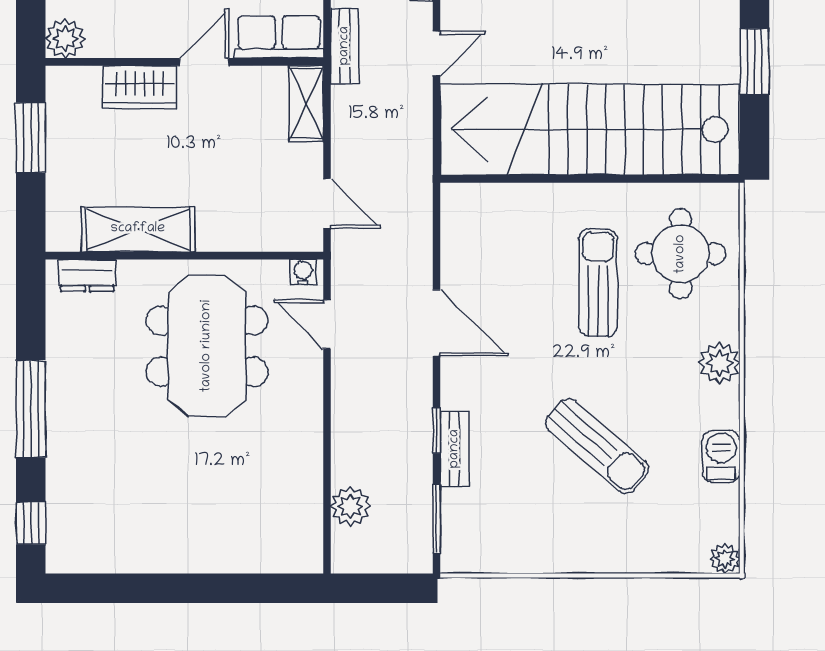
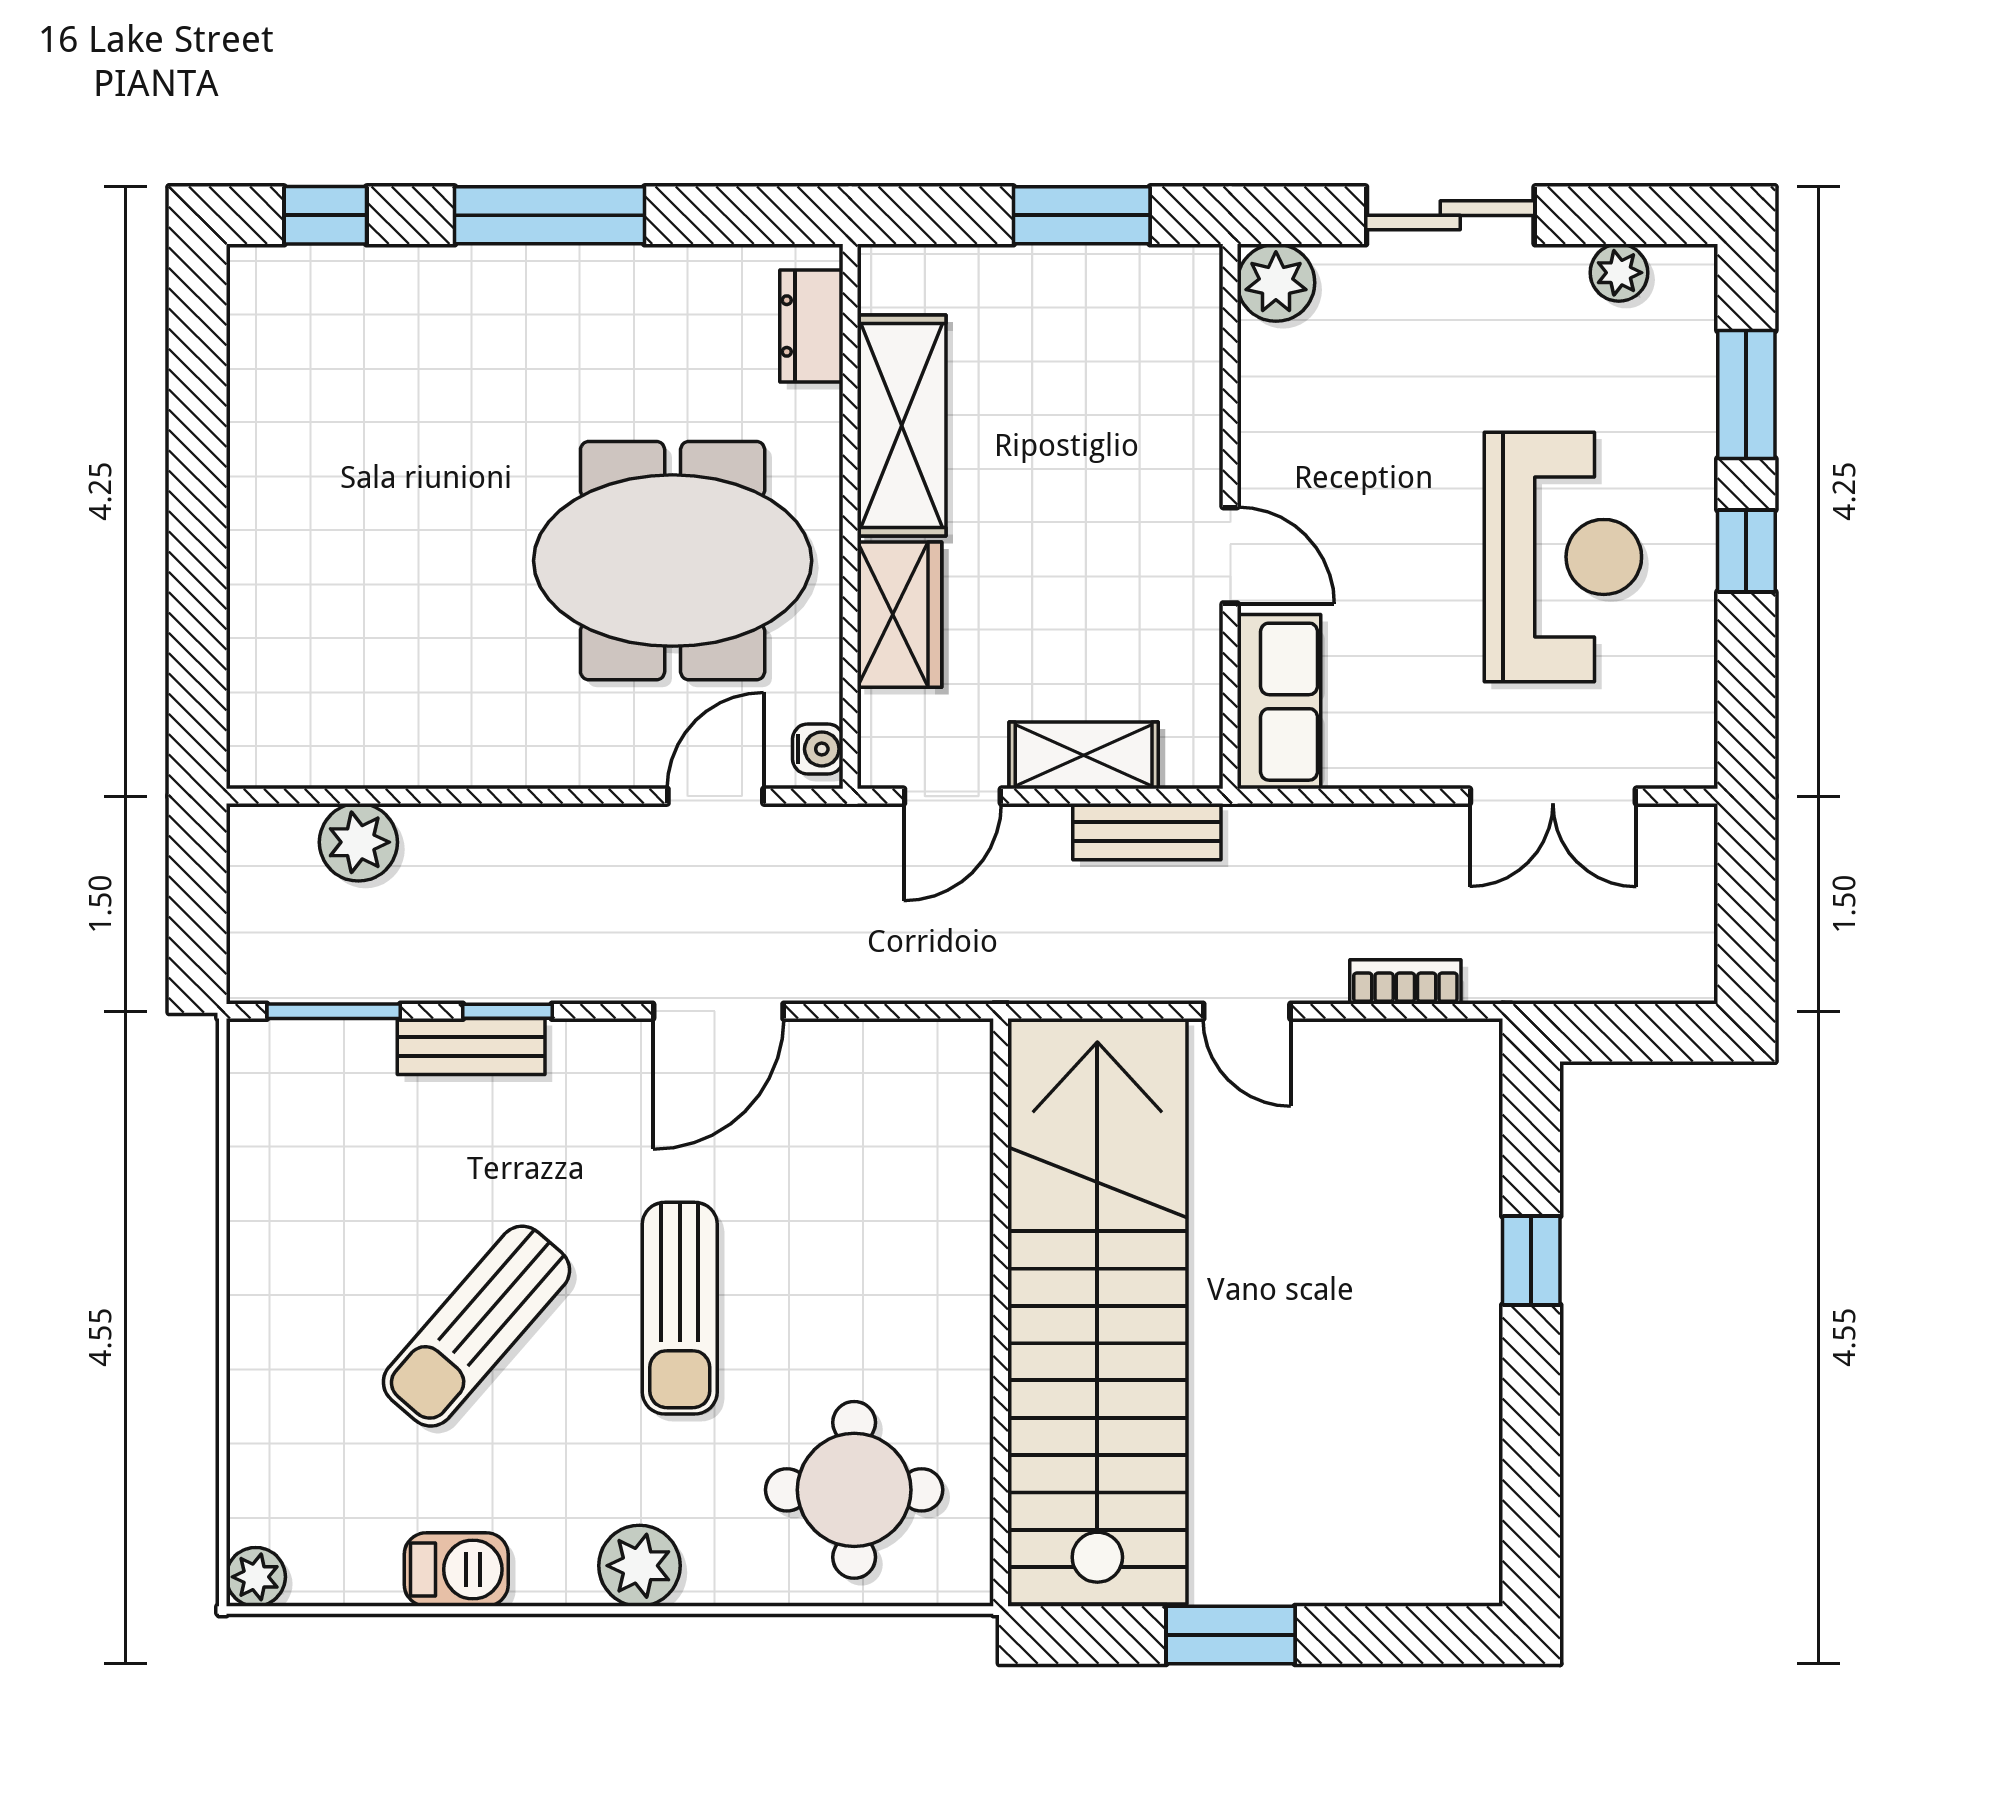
bench: (345, 46) -> (1147, 832), moved
wardrobe: (140, 87) -> (899, 615), moved, turned 180
shelving: (306, 103) -> (1084, 755), moved
sun lounger: (598, 283) -> (680, 1308), moved, turned 90

